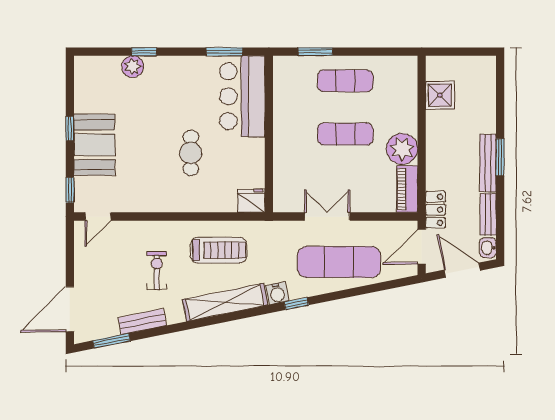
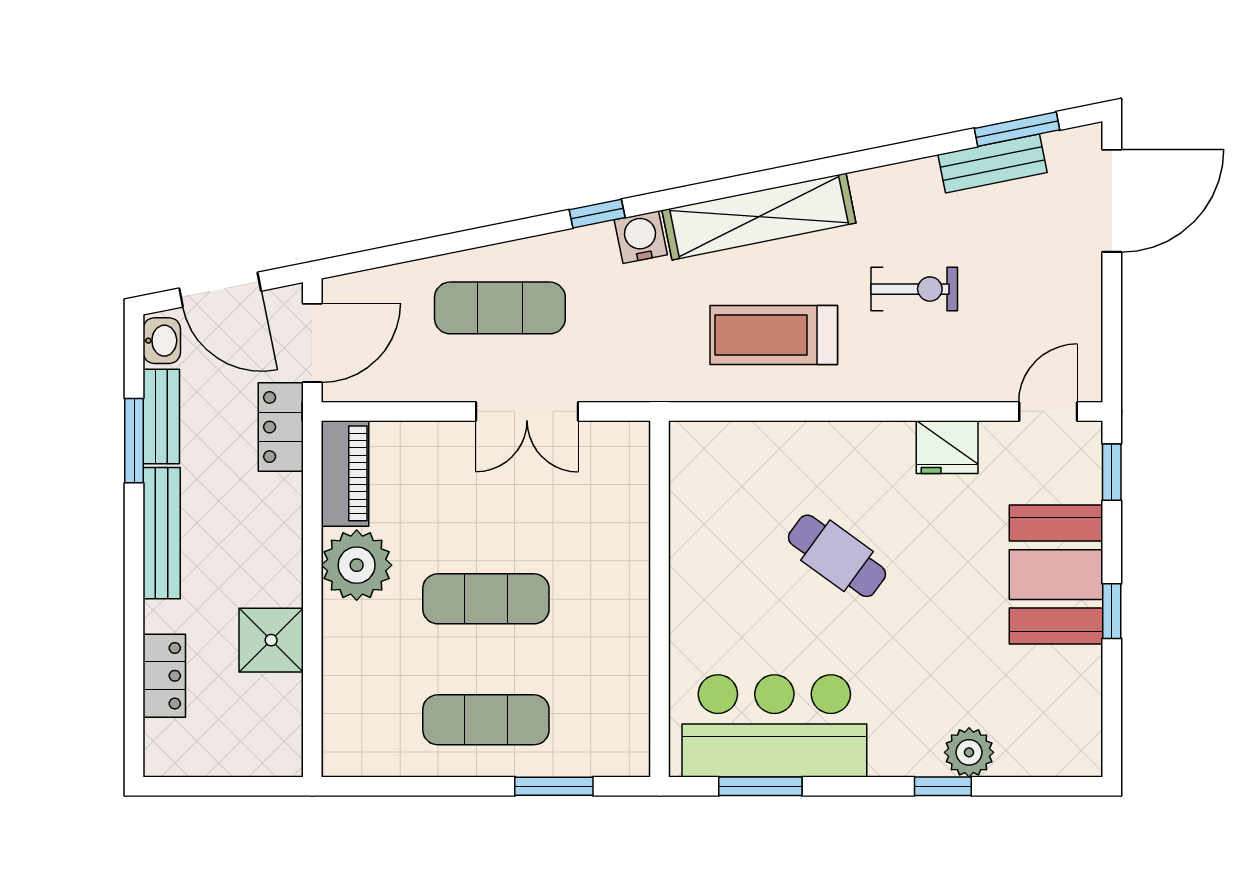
shower: (440, 95) -> (271, 640), moved
bar counter: (242, 96) -> (774, 726), moved, turned -90
locker: (487, 100) -> (164, 676), added
cafe table: (191, 153) -> (837, 556), turned -54
window: (500, 157) -> (134, 441), moved
fridge: (251, 201) -> (947, 447), moved
exercise mat: (339, 262) -> (500, 308), width x0.73, depth x0.69
exercise bike: (157, 270) -> (914, 289), turned -90
bench: (142, 322) -> (992, 163), moved

